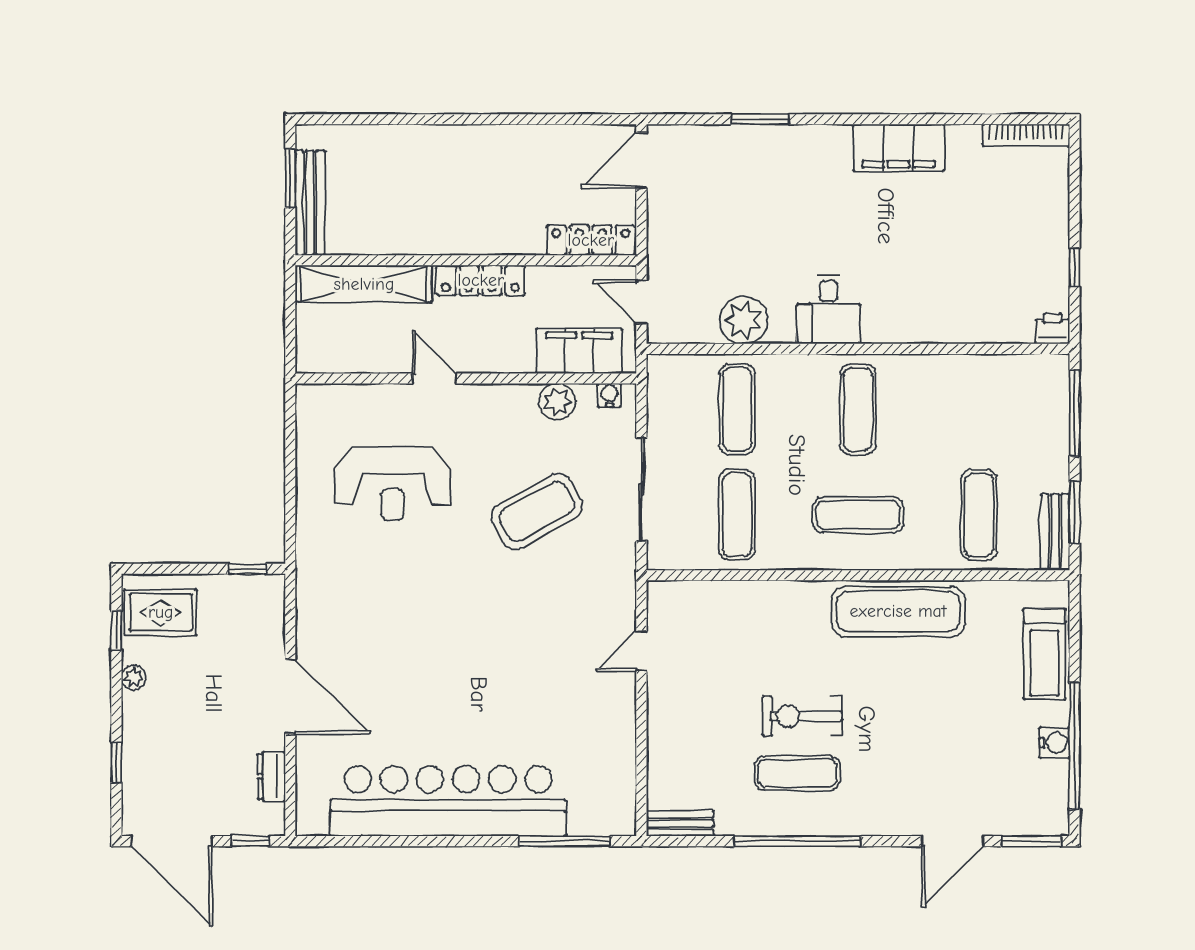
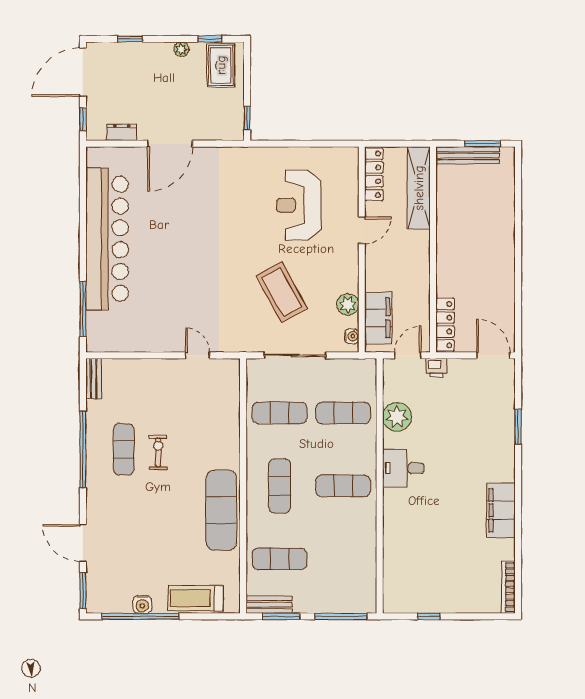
locker: (481, 280) -> (374, 174), moved, turned 180
printer: (1053, 329) -> (436, 368), moved, turned 90
exercise bike: (802, 716) -> (158, 452), width x0.73, depth x0.72

